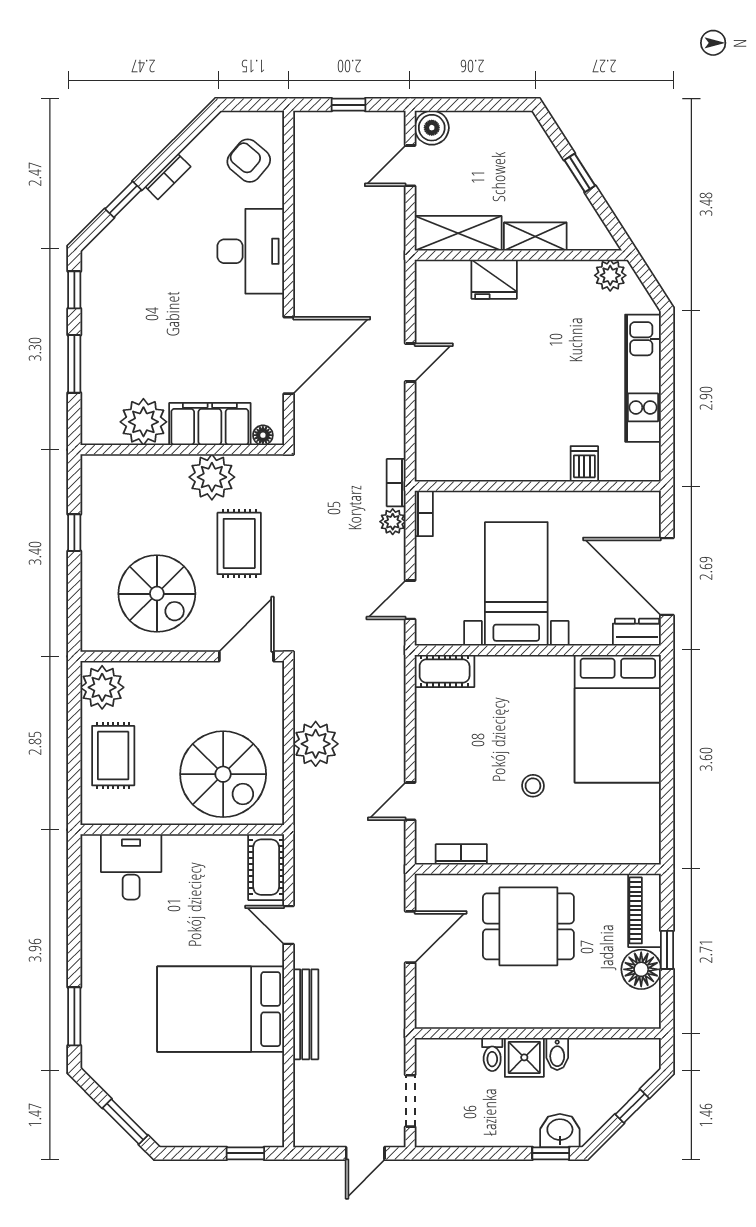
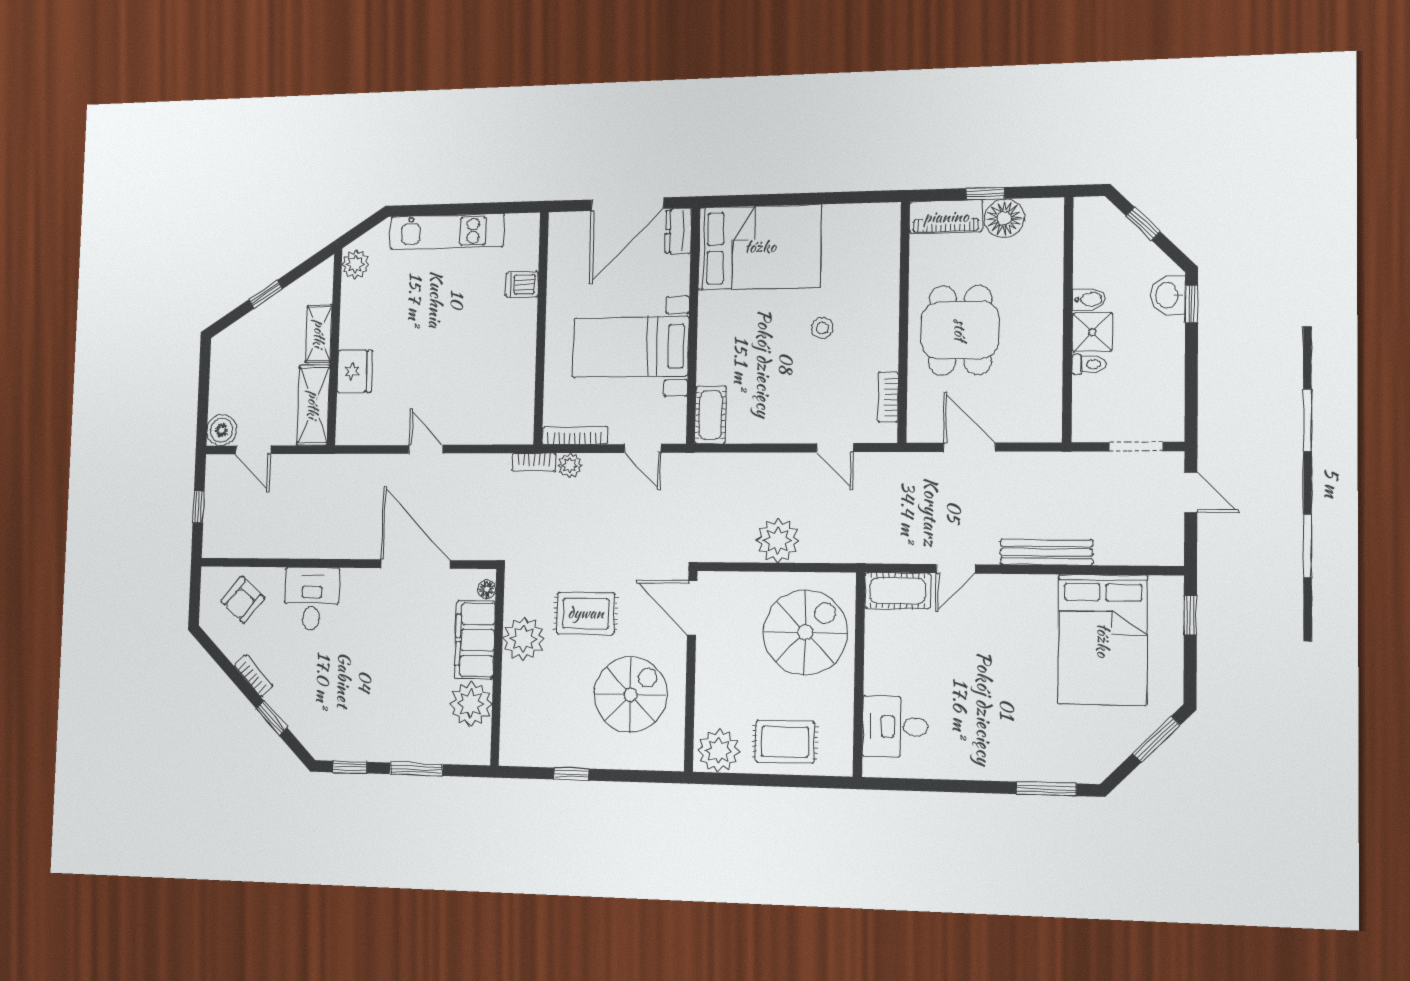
desk: (251, 251) -> (312, 599), width x0.73
bookcase: (424, 513) -> (575, 436), width x1.56
bed: (221, 1009) -> (1103, 640), moved

